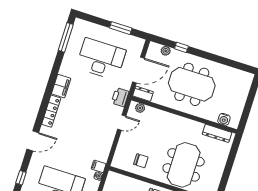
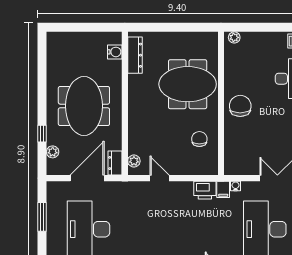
door: (138, 70) -> (87, 178), hinge flipped
printer: (120, 97) -> (205, 190), moved

